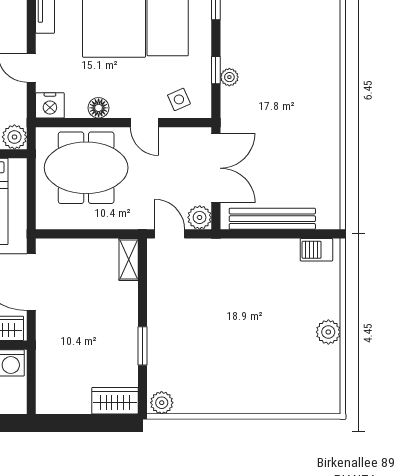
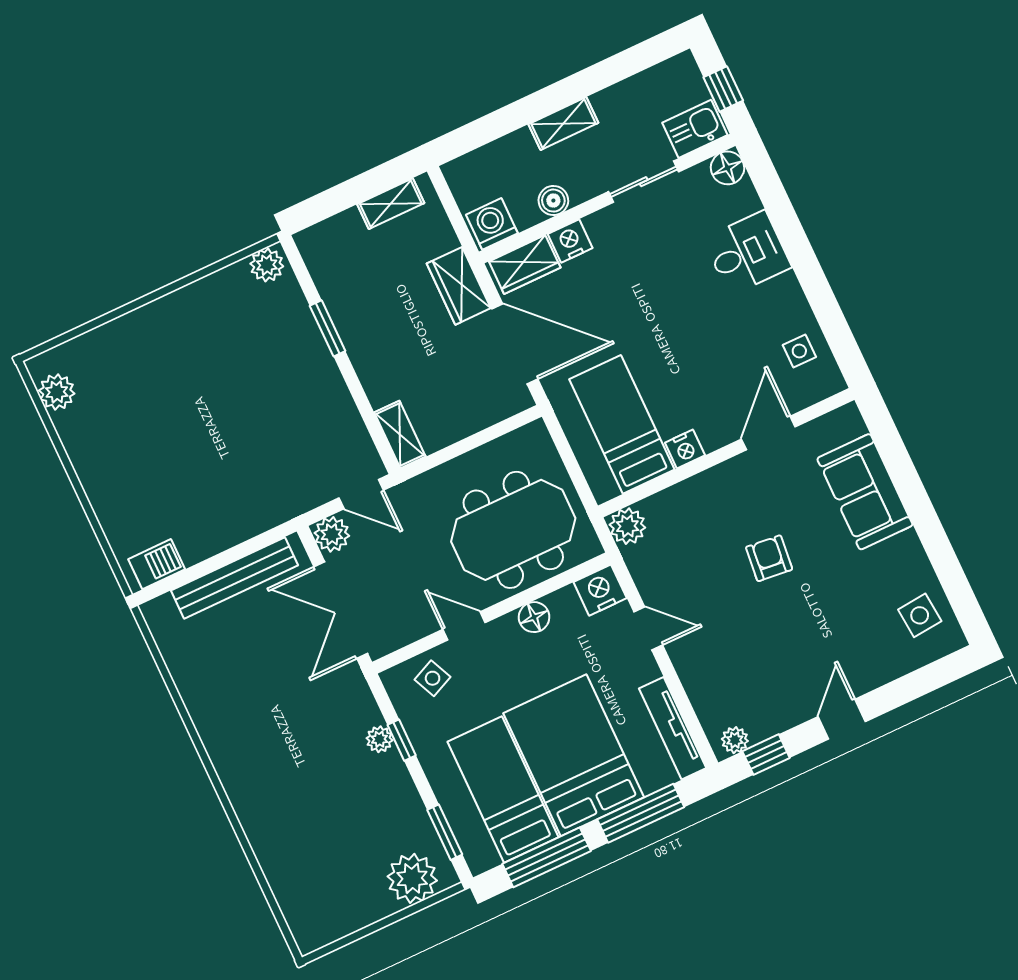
plant: (328, 332) -> (57, 392), moved
wardrobe: (115, 401) -> (459, 286), moved, turned 90
shelving: (67, 405) -> (391, 204), added

